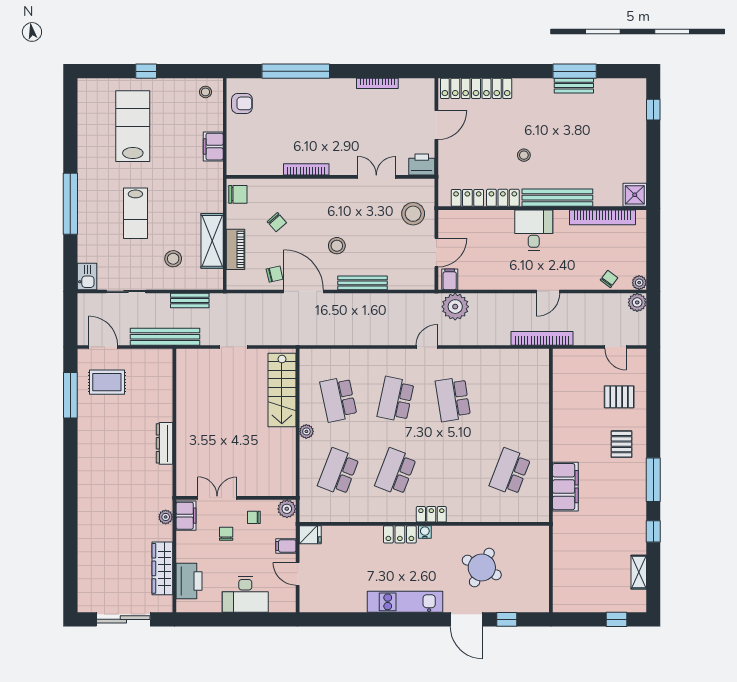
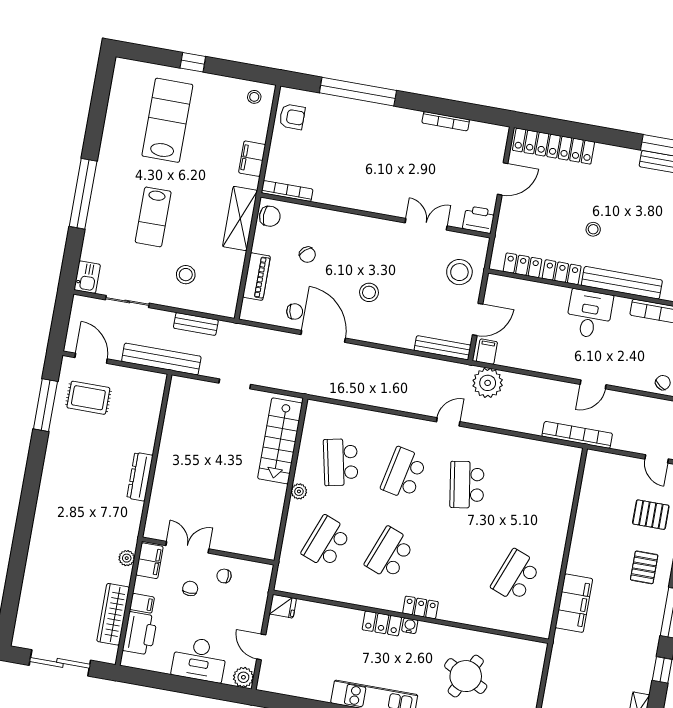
bookcase: (306, 169) -> (287, 191), moved
shelving: (212, 241) -> (240, 219), moved
bench: (363, 283) -> (442, 348), moved
plant: (287, 509) -> (243, 677), moved
filing cabinet: (286, 546) -> (142, 603), moved, turned 180

